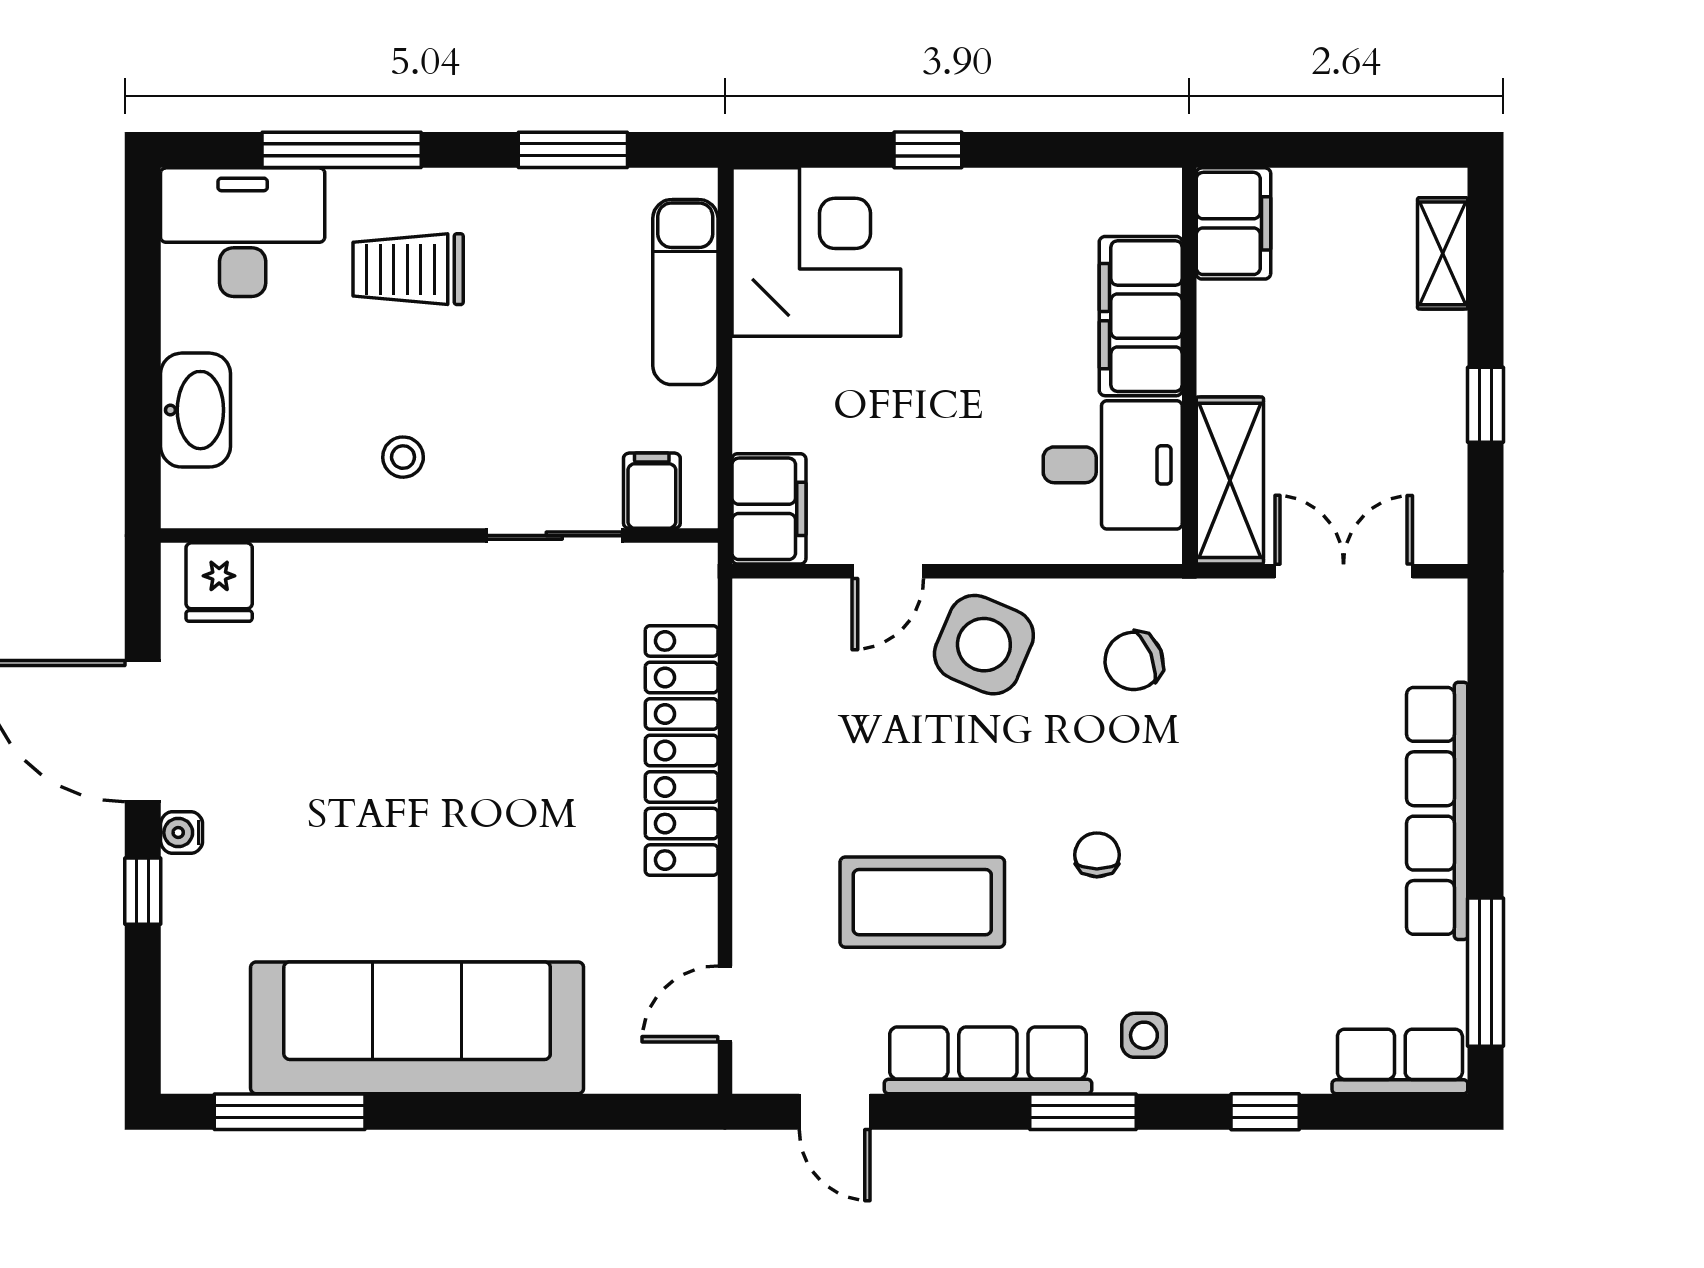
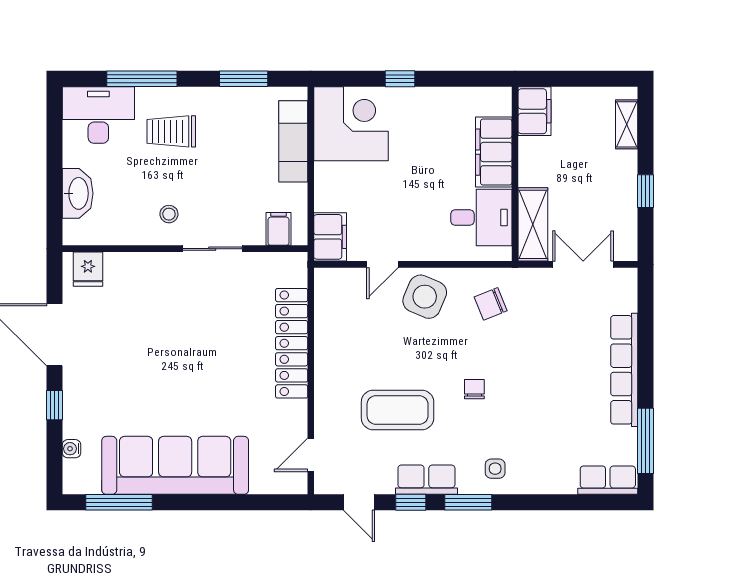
sliding door: (554, 536) -> (212, 249), moved
water cooler: (182, 833) -> (71, 449), moved
row of seats: (988, 1060) -> (426, 480), width x0.68
window: (1265, 1112) -> (411, 502), moved

